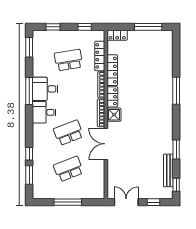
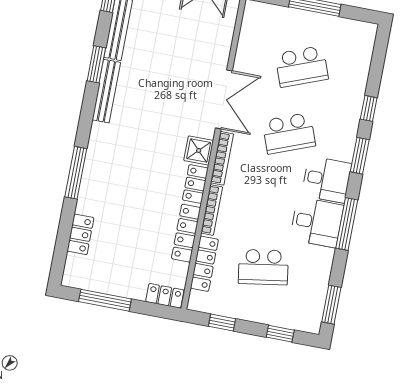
locker: (167, 59) -> (81, 234), added
bench: (168, 137) -> (106, 91), added
window: (29, 175) -> (360, 156), moved

